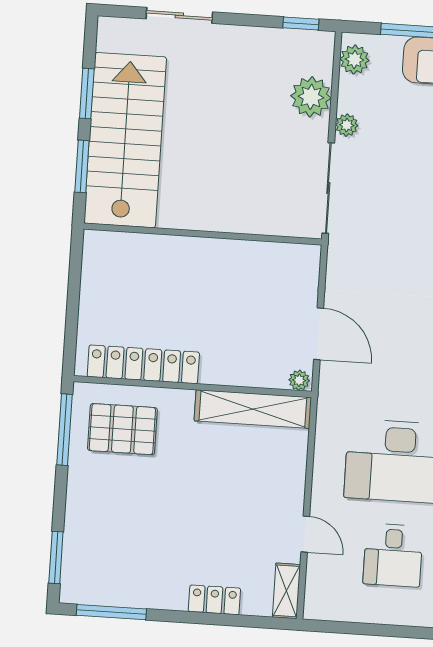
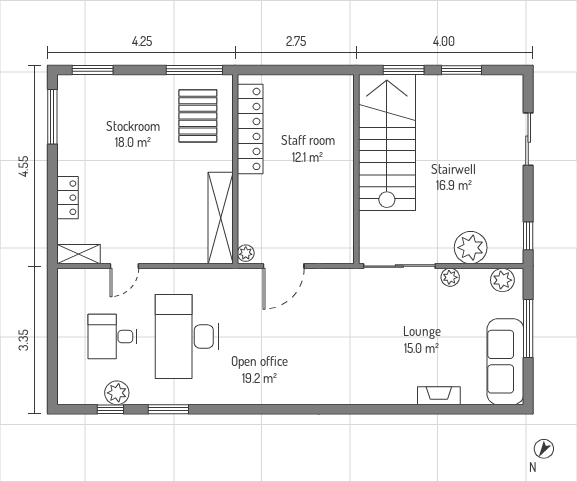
stairs: (125, 140) -> (387, 142), moved, turned -90

